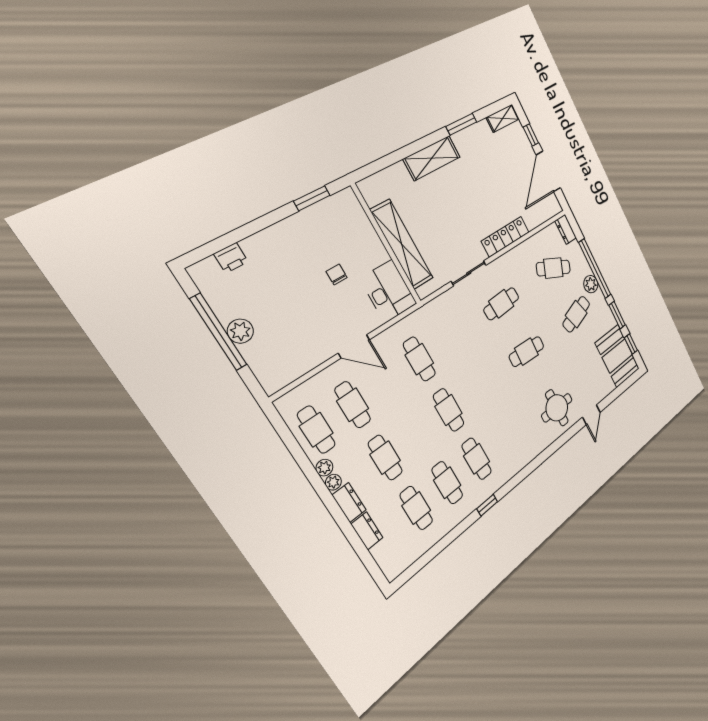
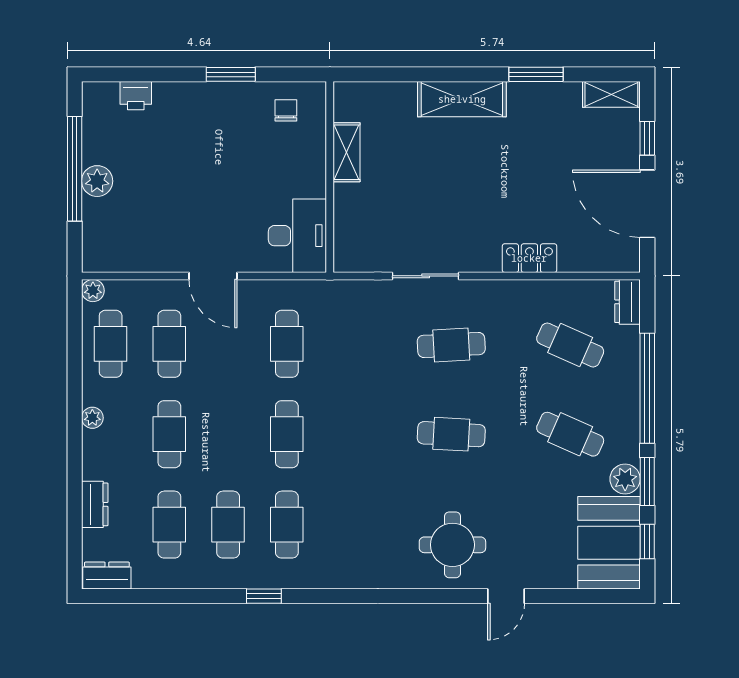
door: (548, 172) -> (647, 204), hinge flipped
window: (312, 198) -> (231, 74), moved
locker: (505, 237) -> (529, 258), width x0.66
shelving: (402, 244) -> (347, 152), width x0.45, depth x0.75
chair: (337, 274) -> (286, 110), moved
plant: (591, 284) -> (625, 479), moved
cafe table: (576, 314) -> (570, 434), turned 42
plant: (324, 468) -> (93, 291), moved
dresser: (349, 502) -> (107, 576), moved, turned -90

